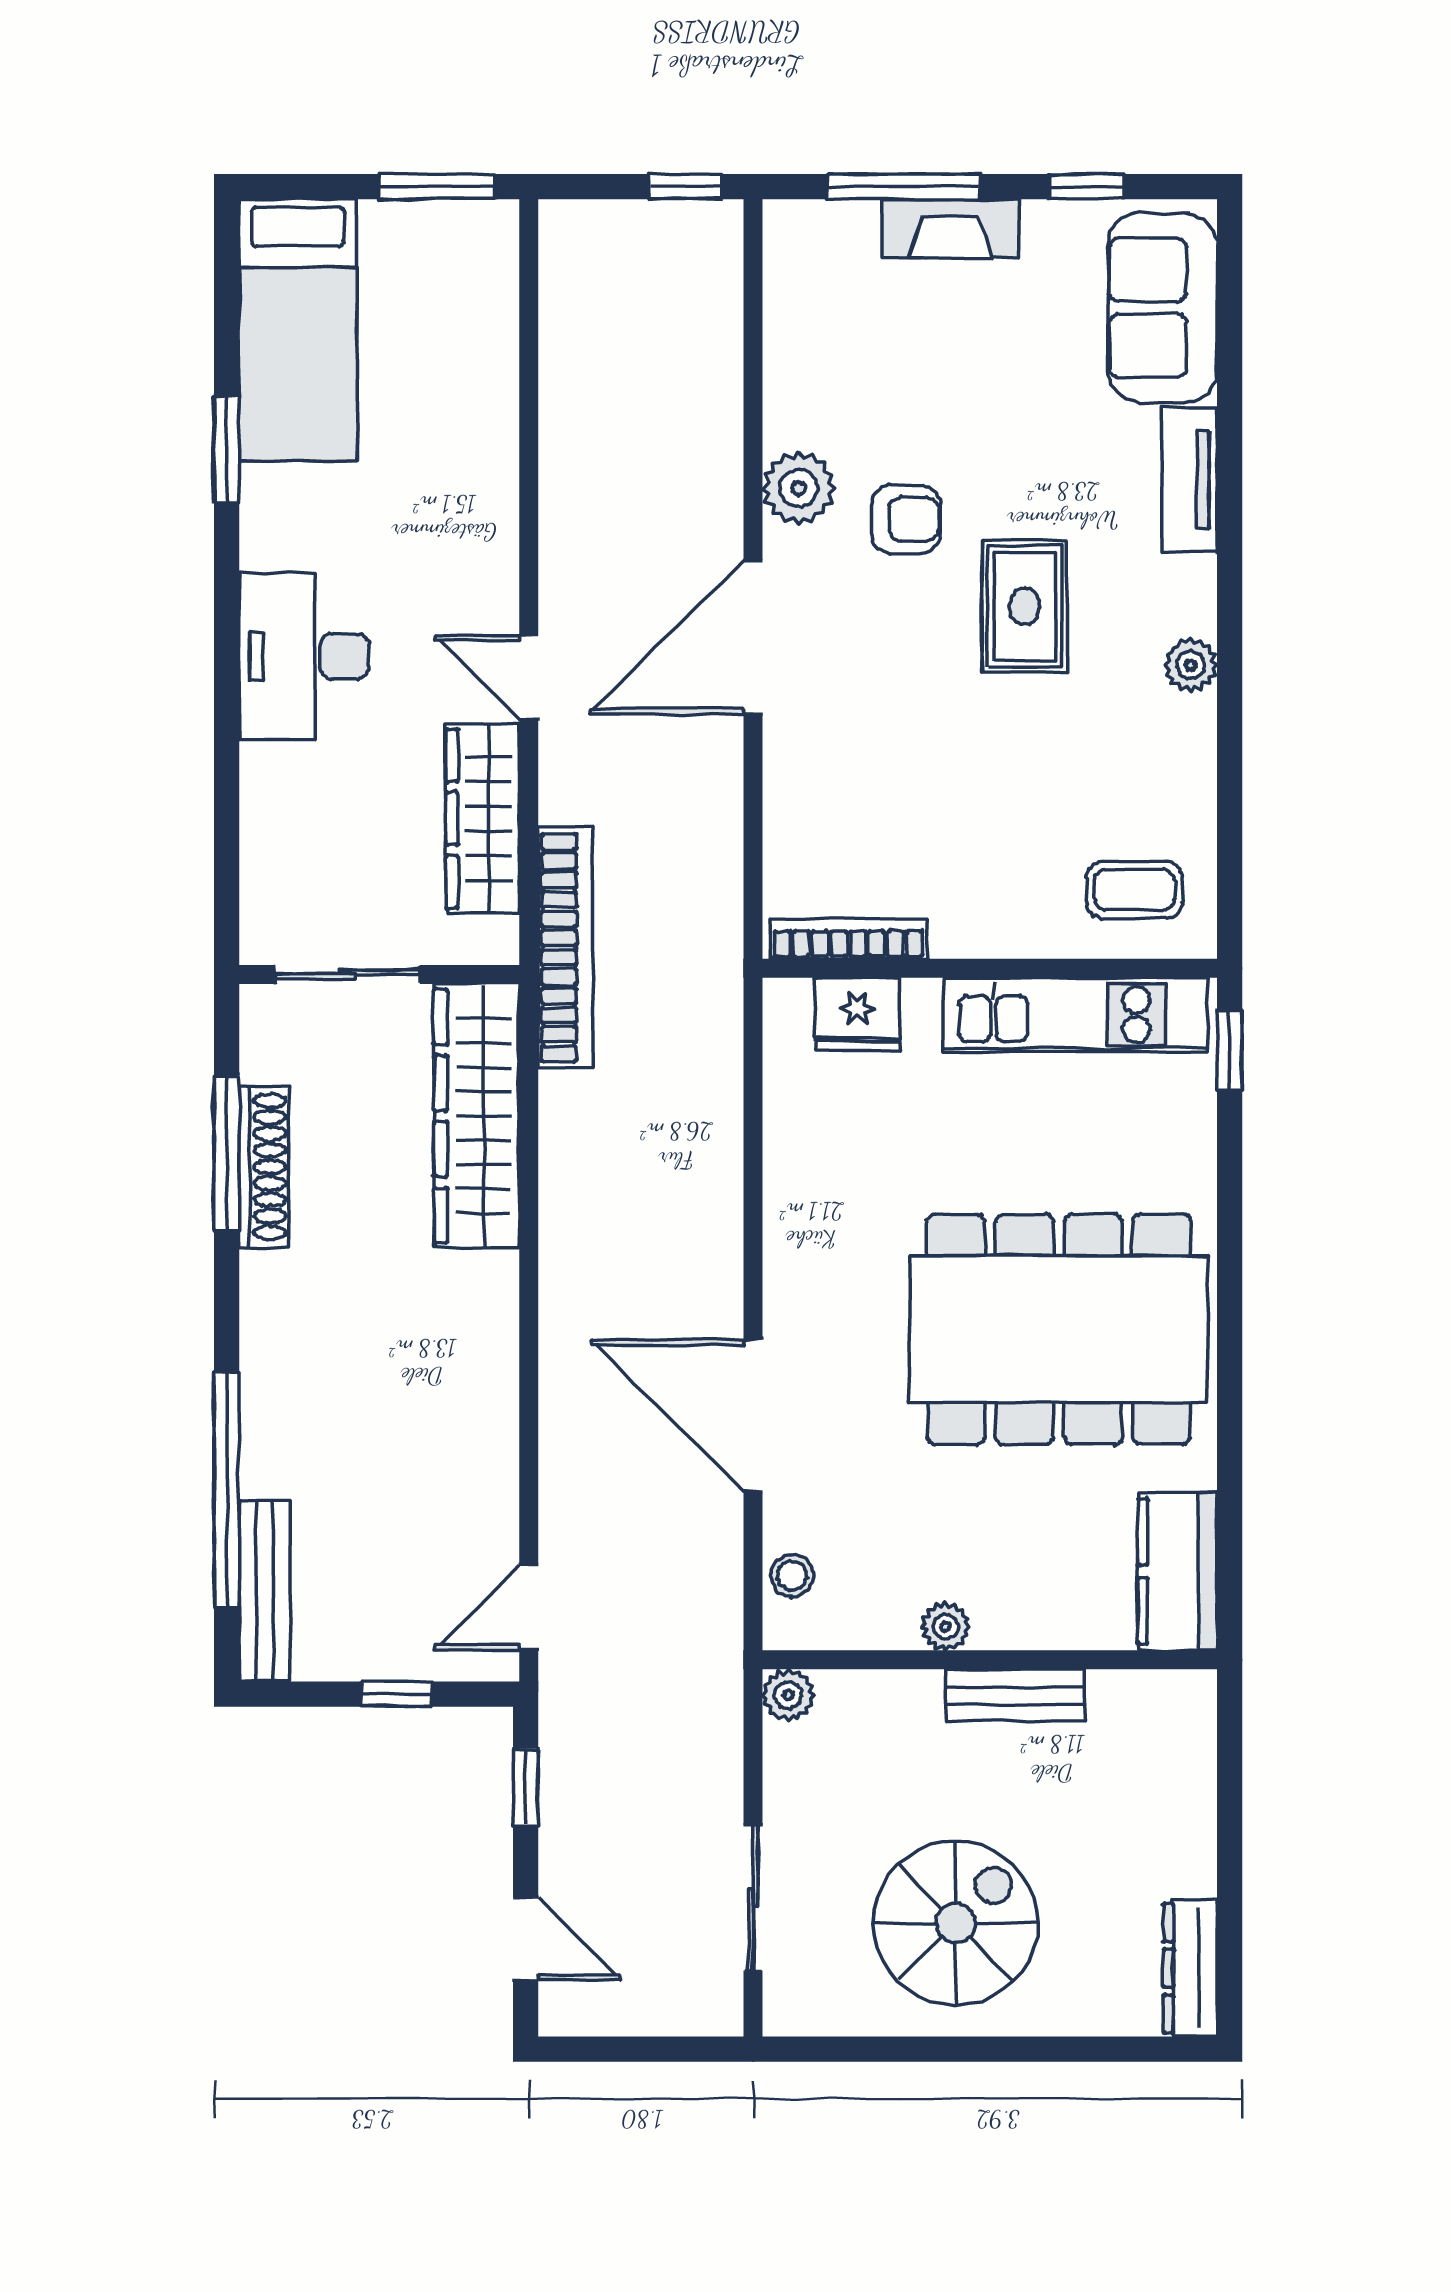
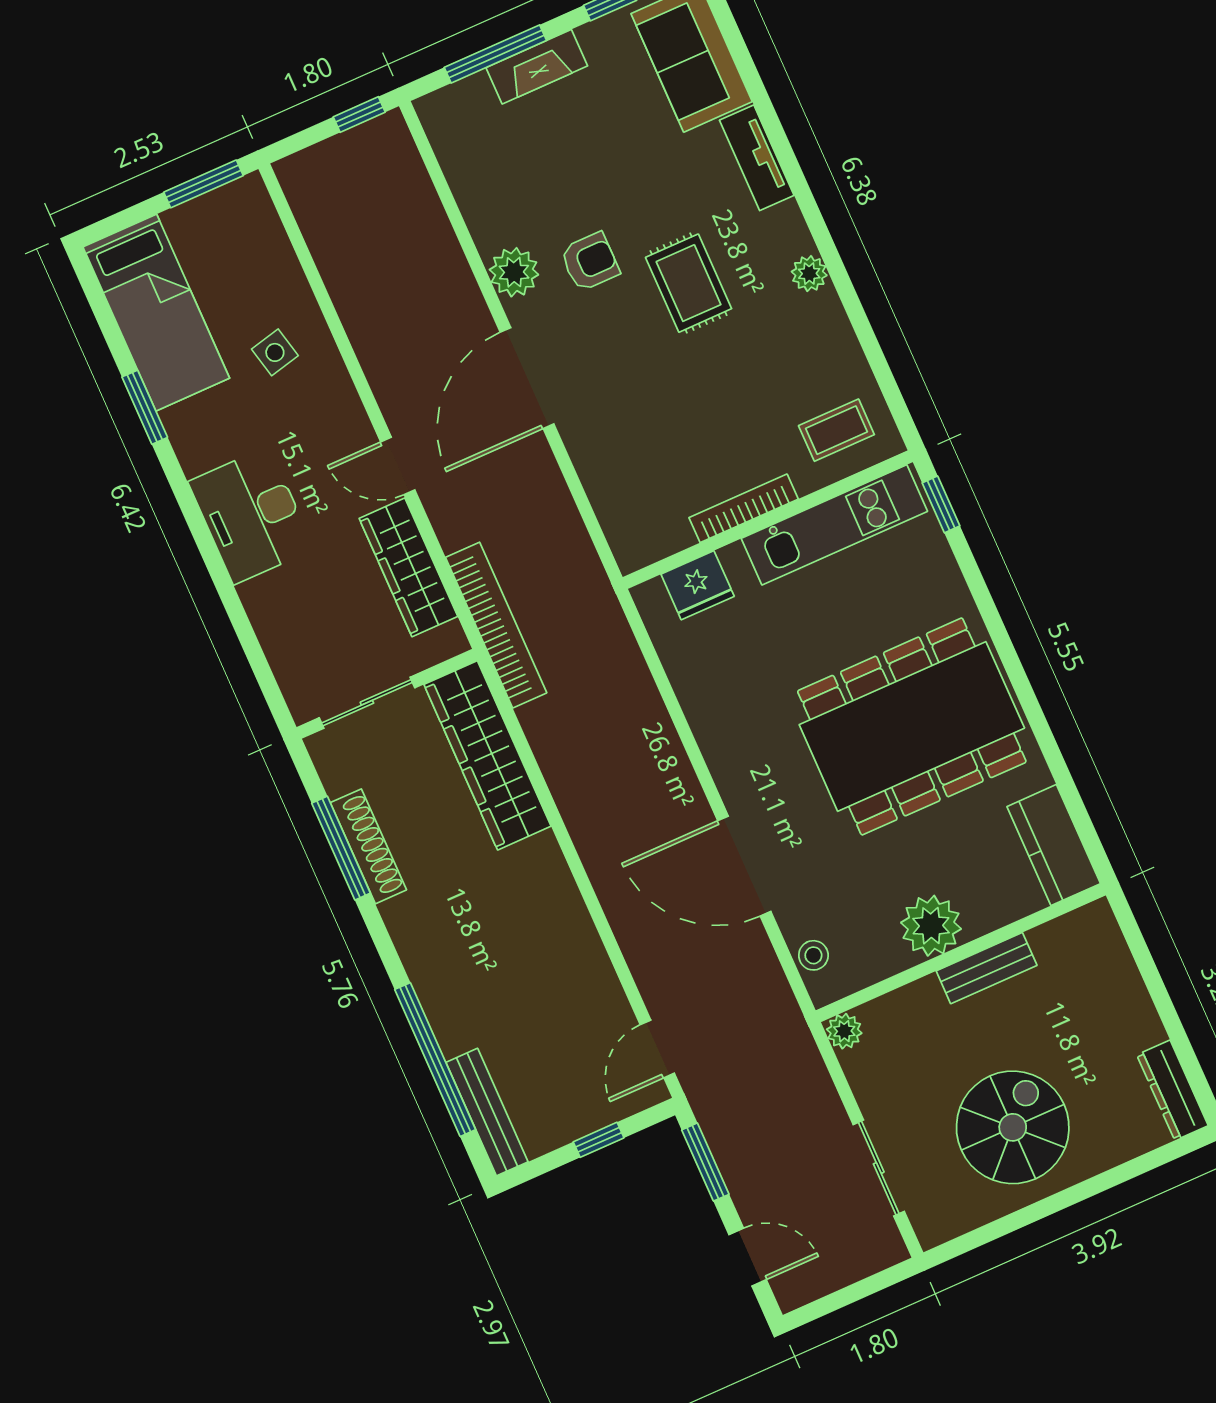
side table: (432, 453) -> (275, 352), added
bookcase: (848, 939) -> (744, 508), moved
plant: (946, 1627) -> (931, 926), width x1.87, depth x1.87
window: (526, 1787) -> (705, 1162), width x1.50

